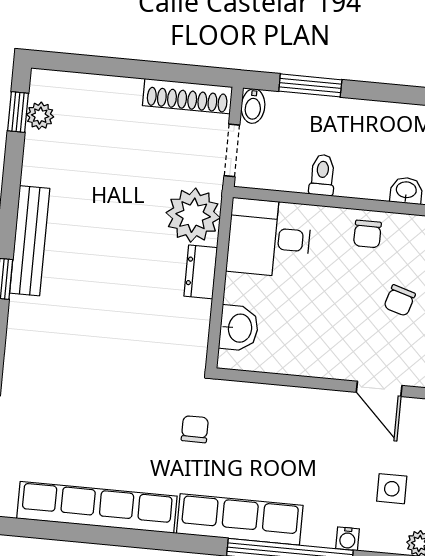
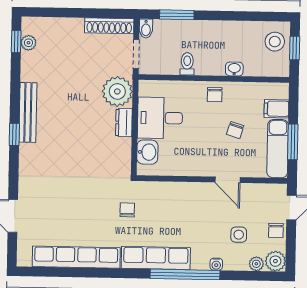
desk: (269, 238) -> (160, 118), moved

